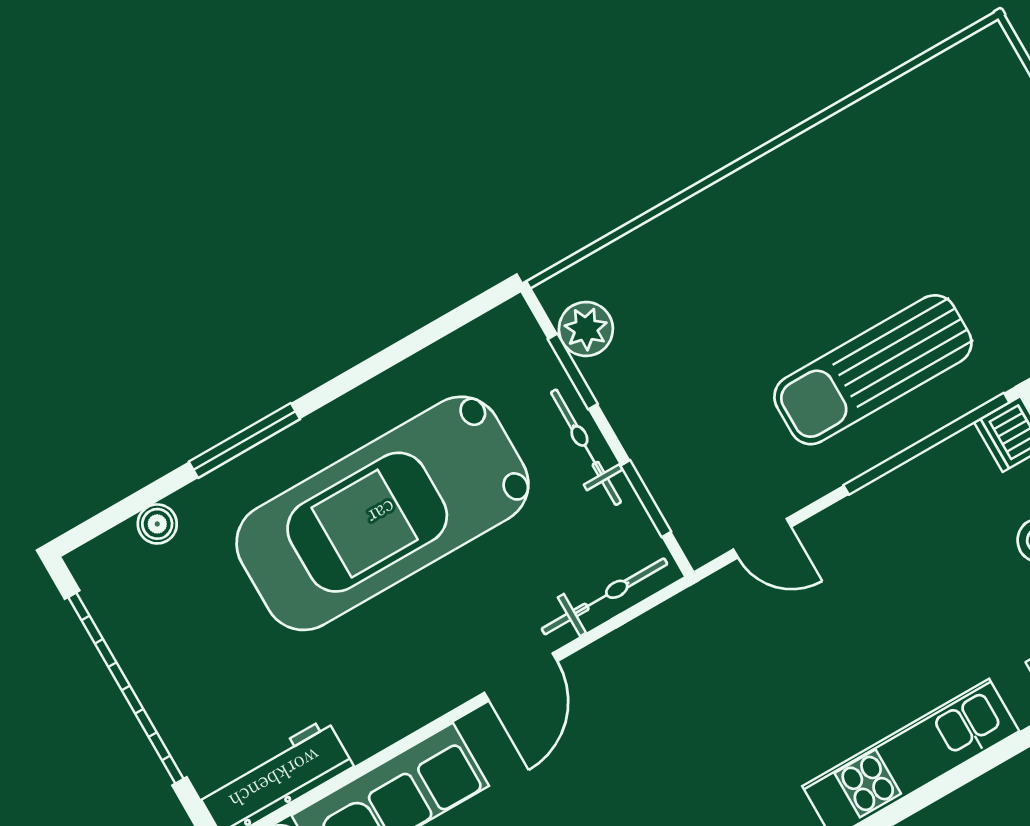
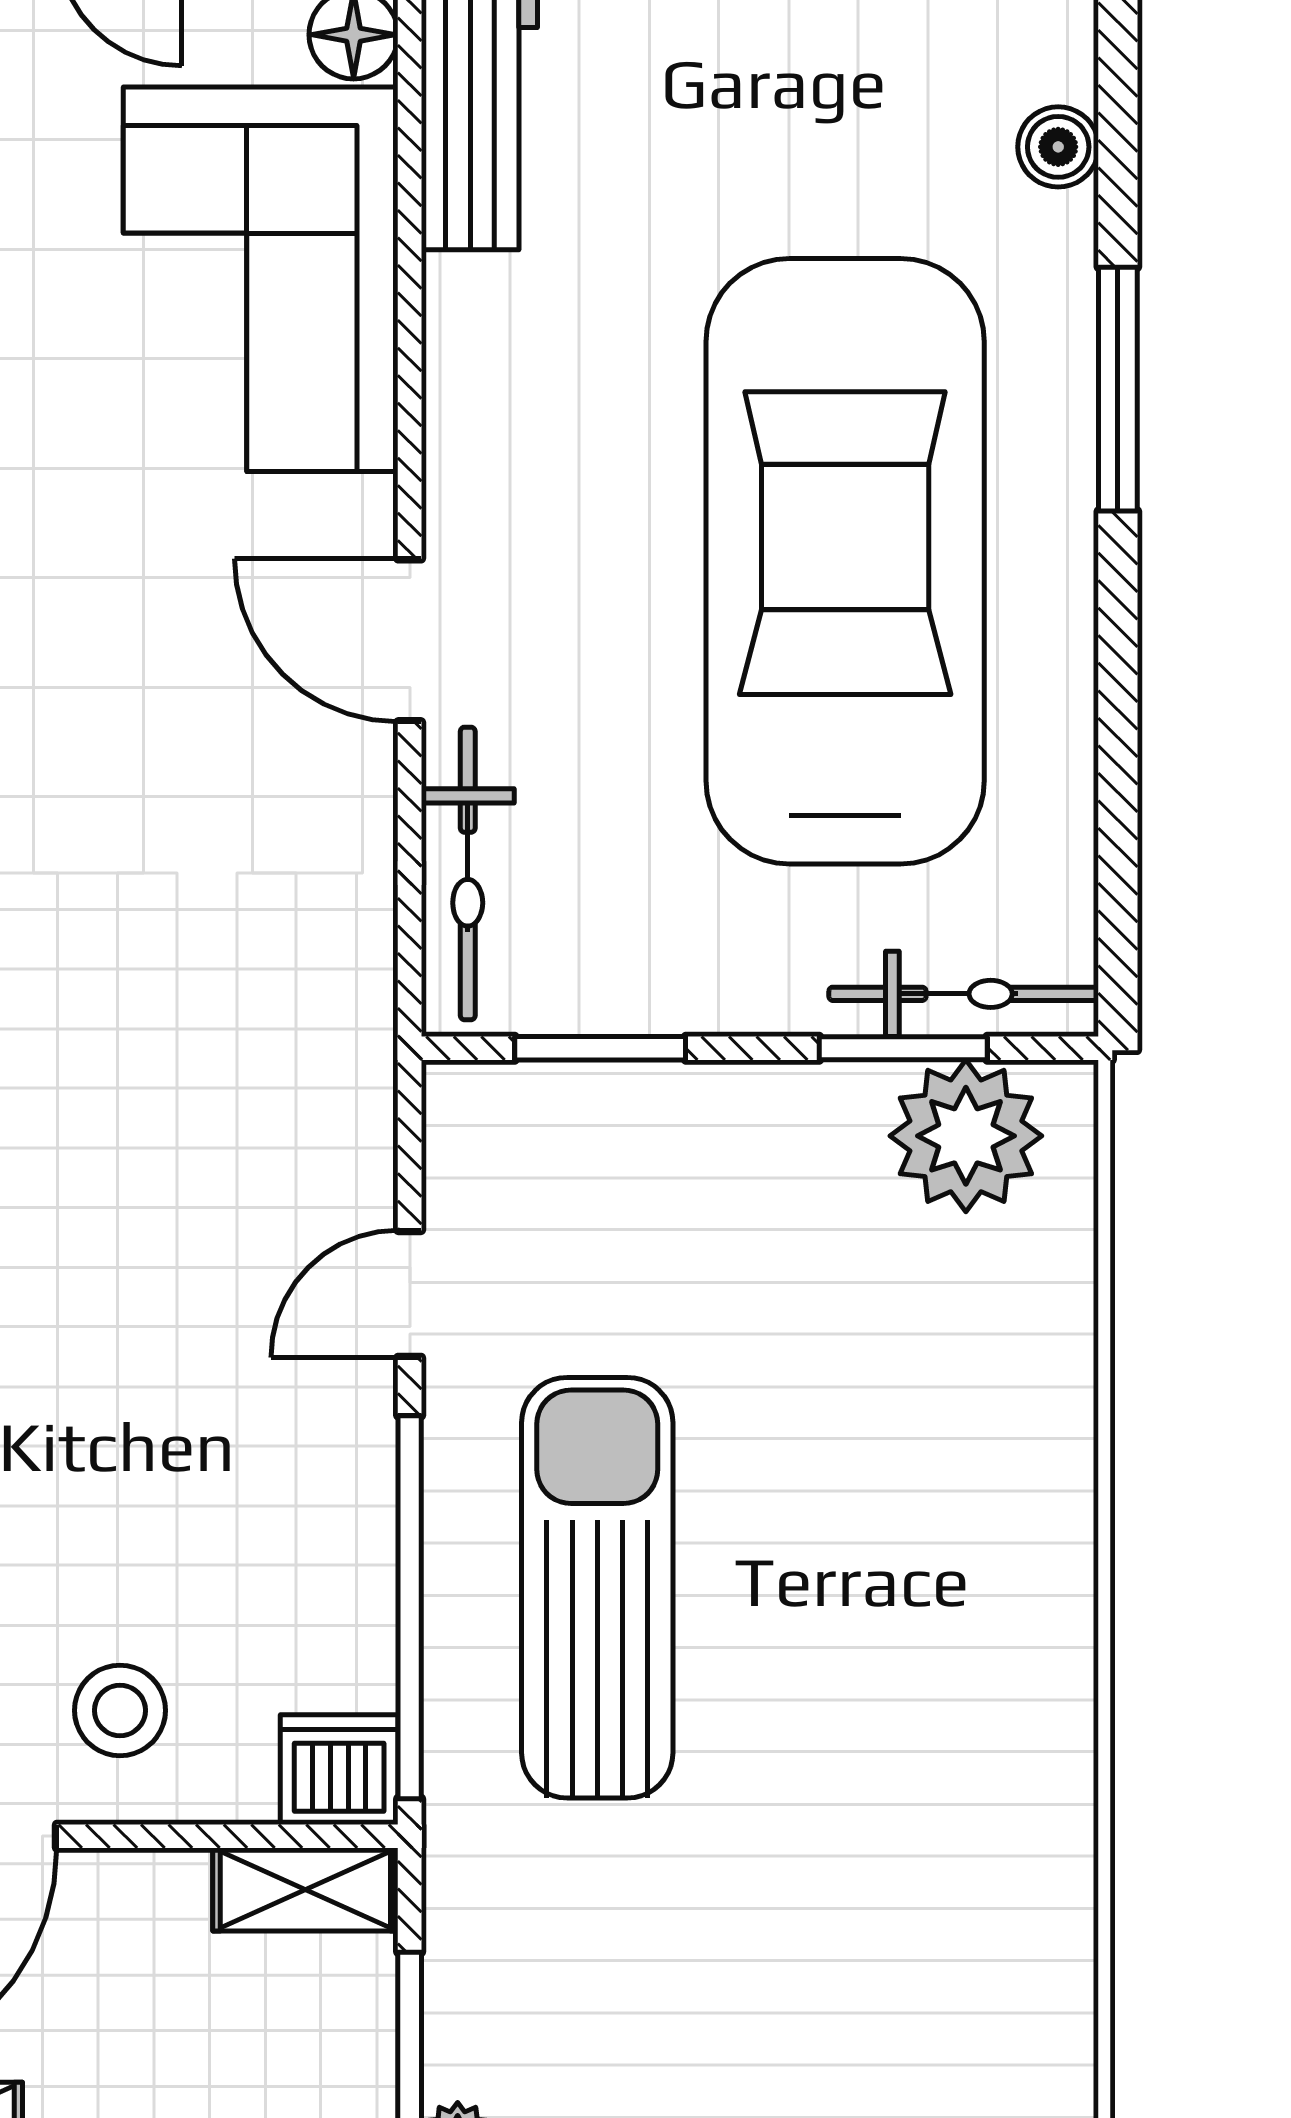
plant: (586, 329) -> (966, 1136), width x1.36, depth x1.36
bicycle: (586, 447) -> (964, 994), moved
door: (762, 538) -> (410, 1294), moved

